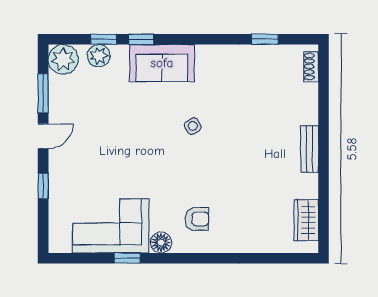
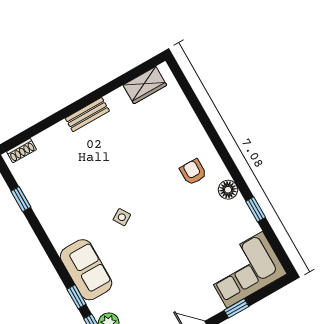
corner sofa: (111, 226) -> (245, 270), moved, turned 90

